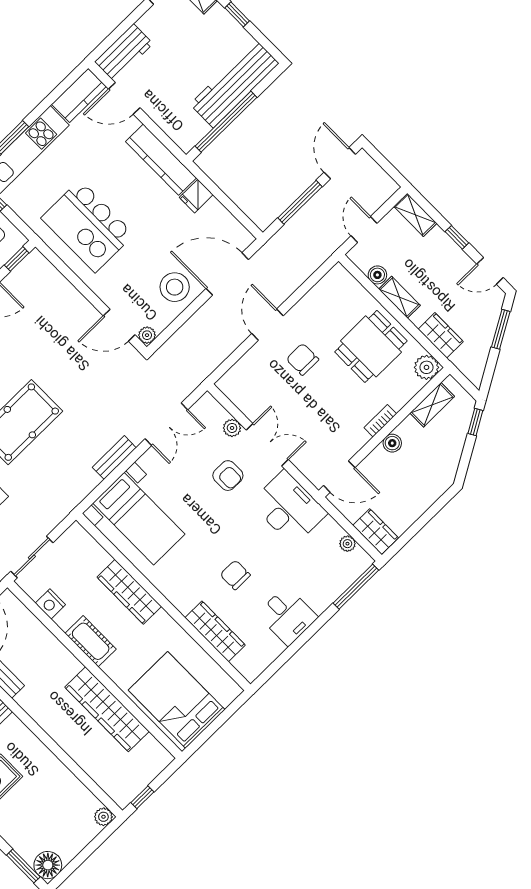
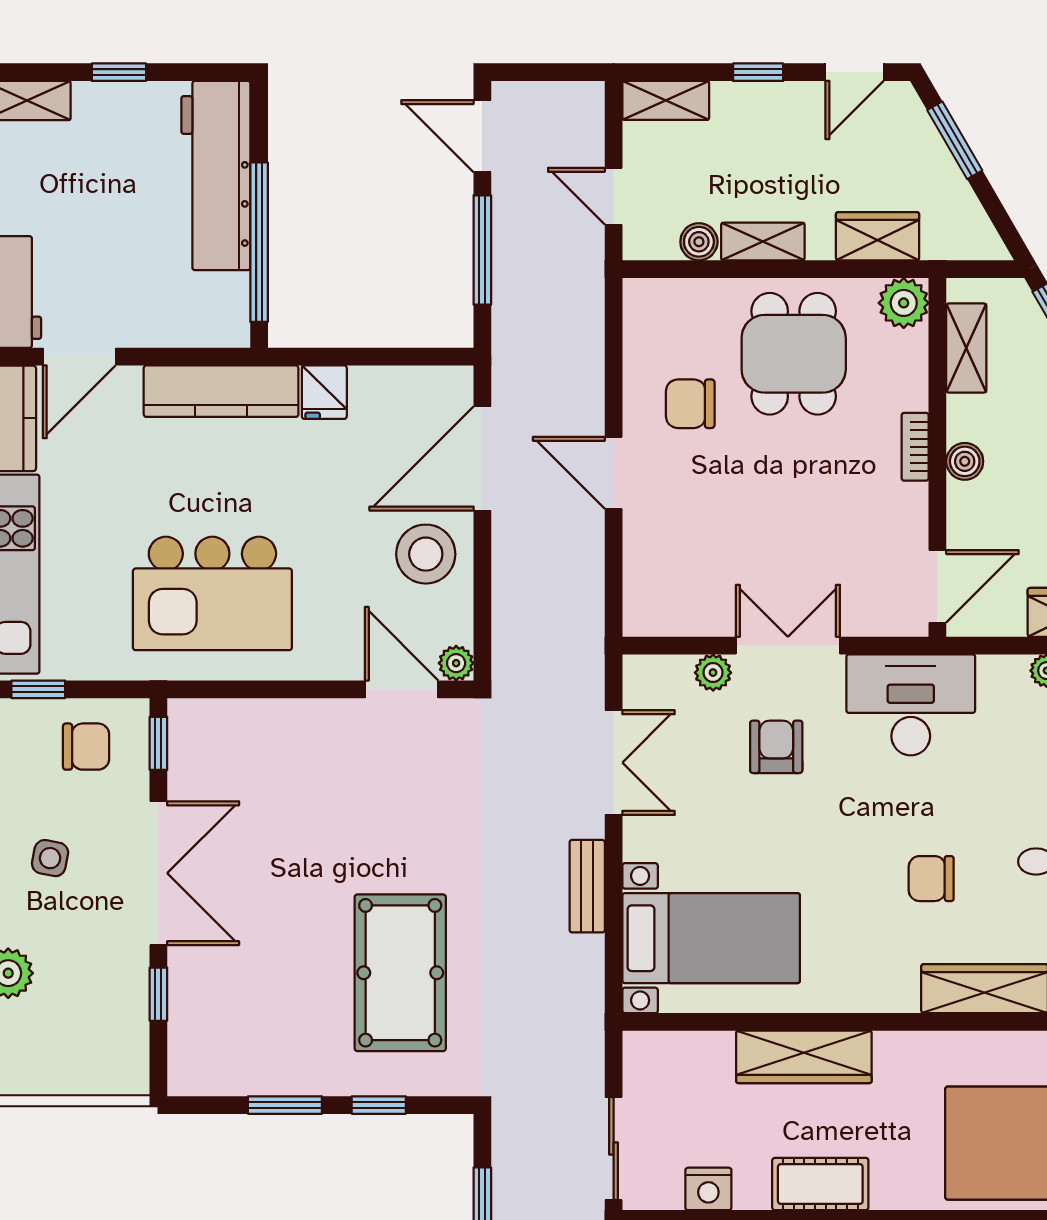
door: (119, 325) -> (402, 689), swing flipped
chair: (303, 359) -> (690, 404), moved
armchair: (228, 476) -> (776, 747), turned -90

